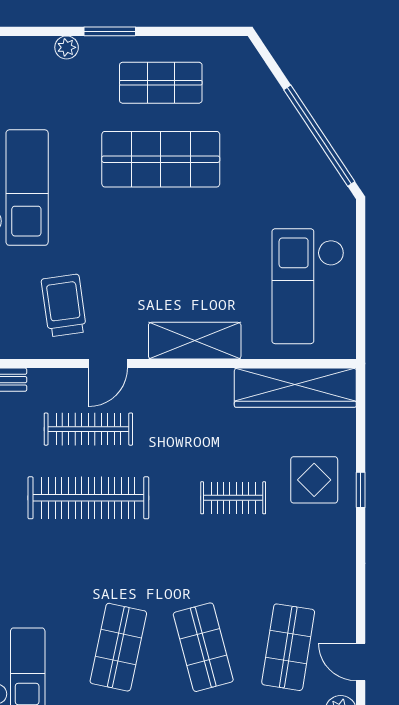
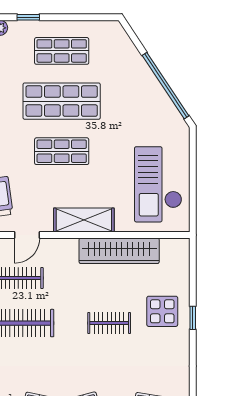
window: (110, 31) -> (28, 17), width x0.67
shop shelf: (161, 236) -> (62, 151), added
wardrobe: (295, 388) -> (119, 251), moved

